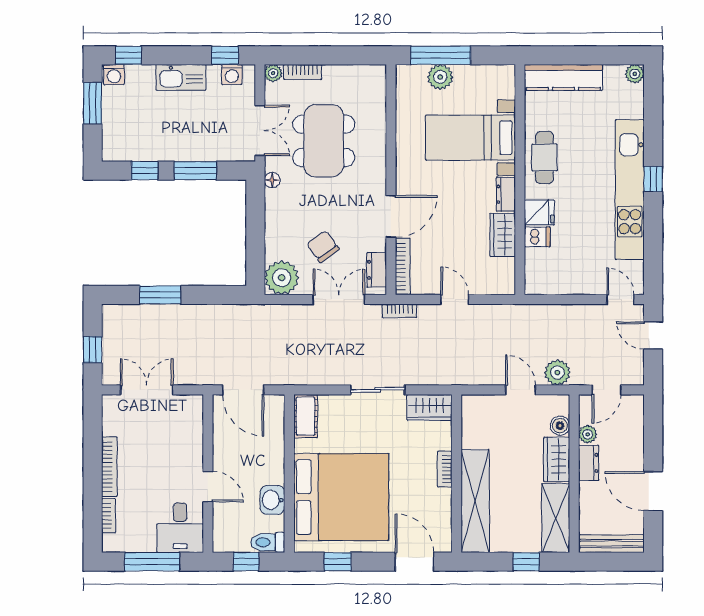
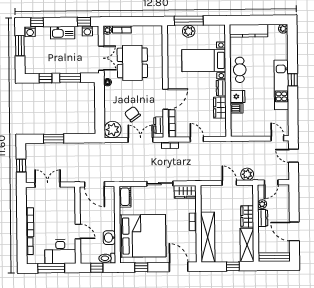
kitchen unit: (630, 189) -> (281, 85), width x0.73
boiler: (560, 426) -> (249, 200), removed
desk: (180, 528) -> (60, 252), width x1.37

